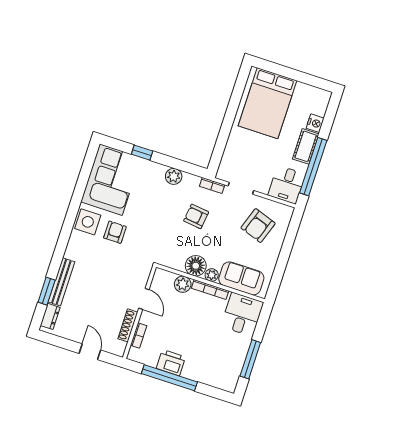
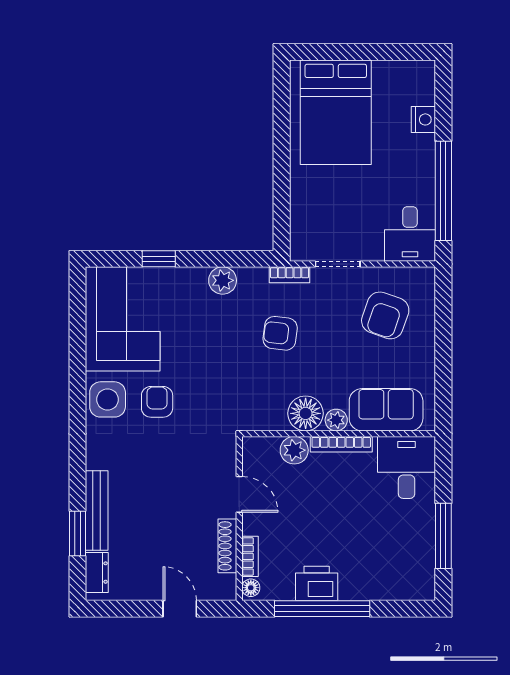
cot: (306, 146) -> (420, 162), removed
floor lamp: (133, 353) -> (251, 588), added

